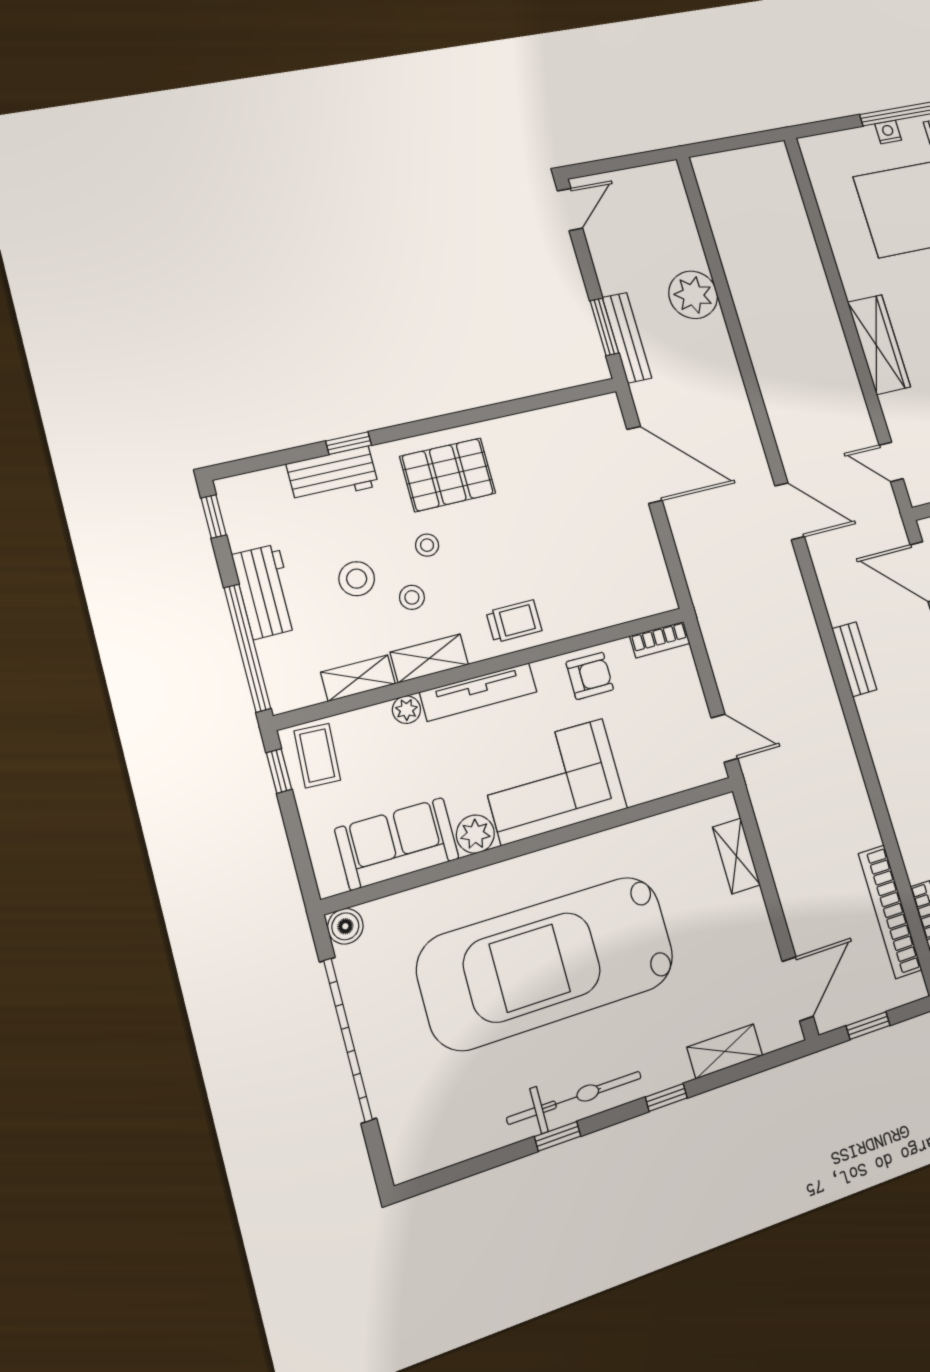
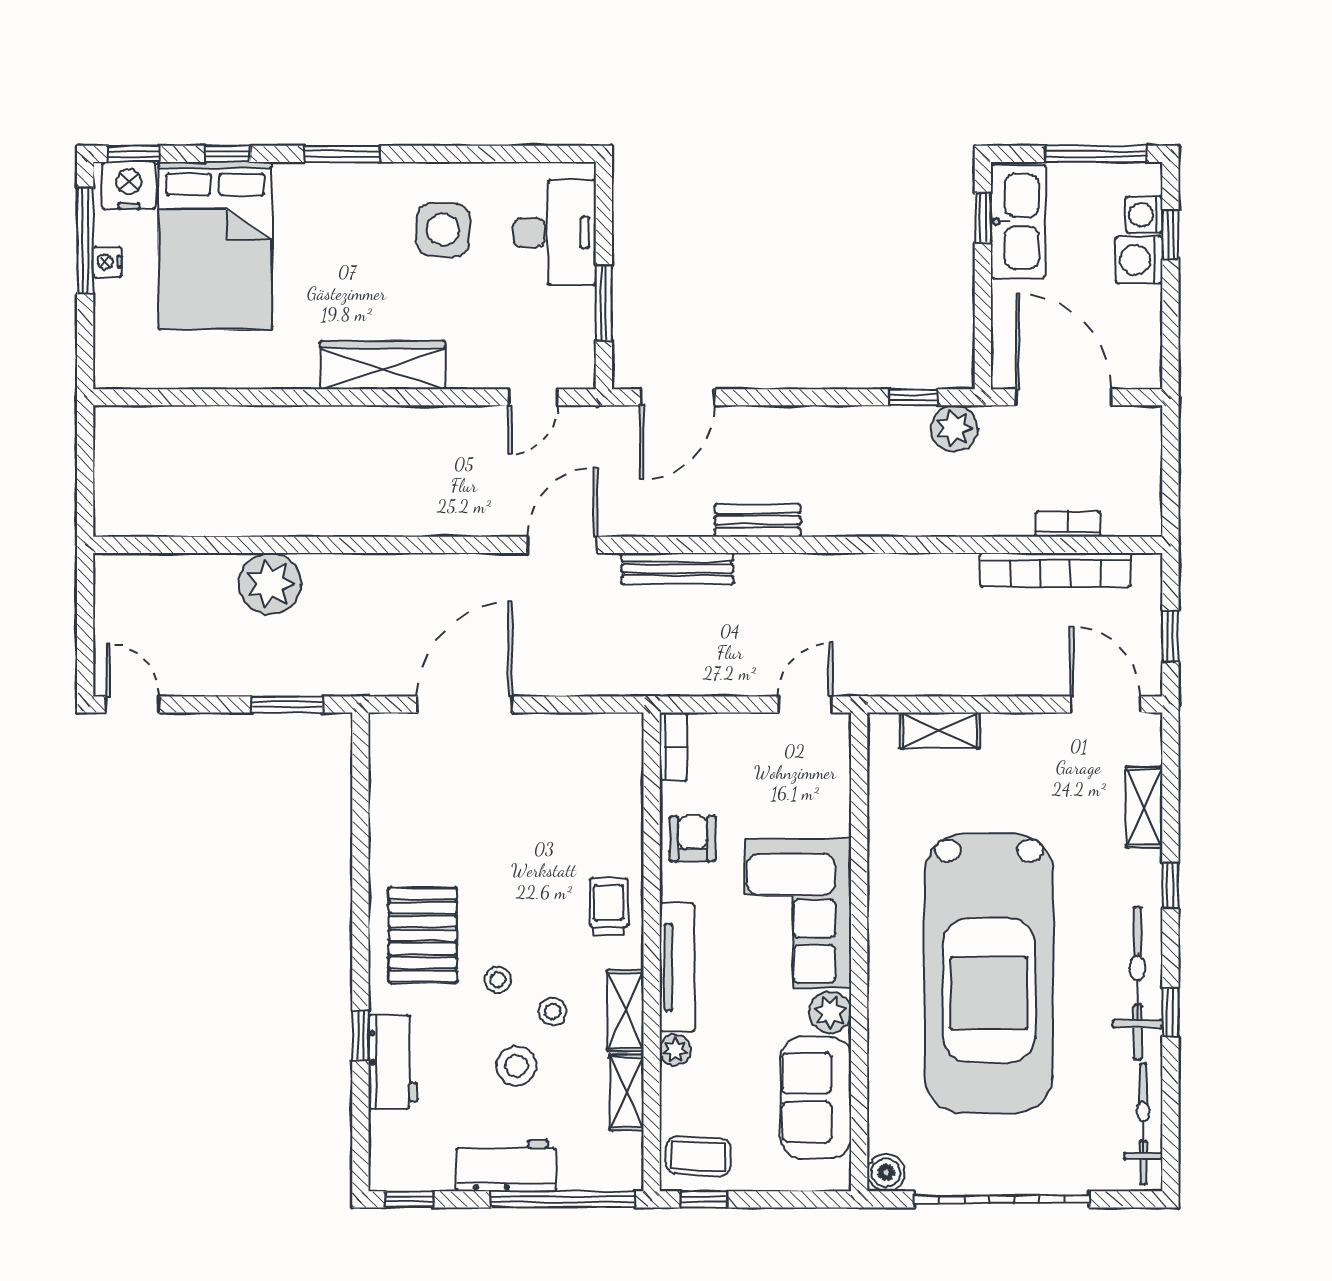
bench: (627, 338) -> (677, 569), moved
bicycle: (451, 1147) -> (1143, 1124), added

